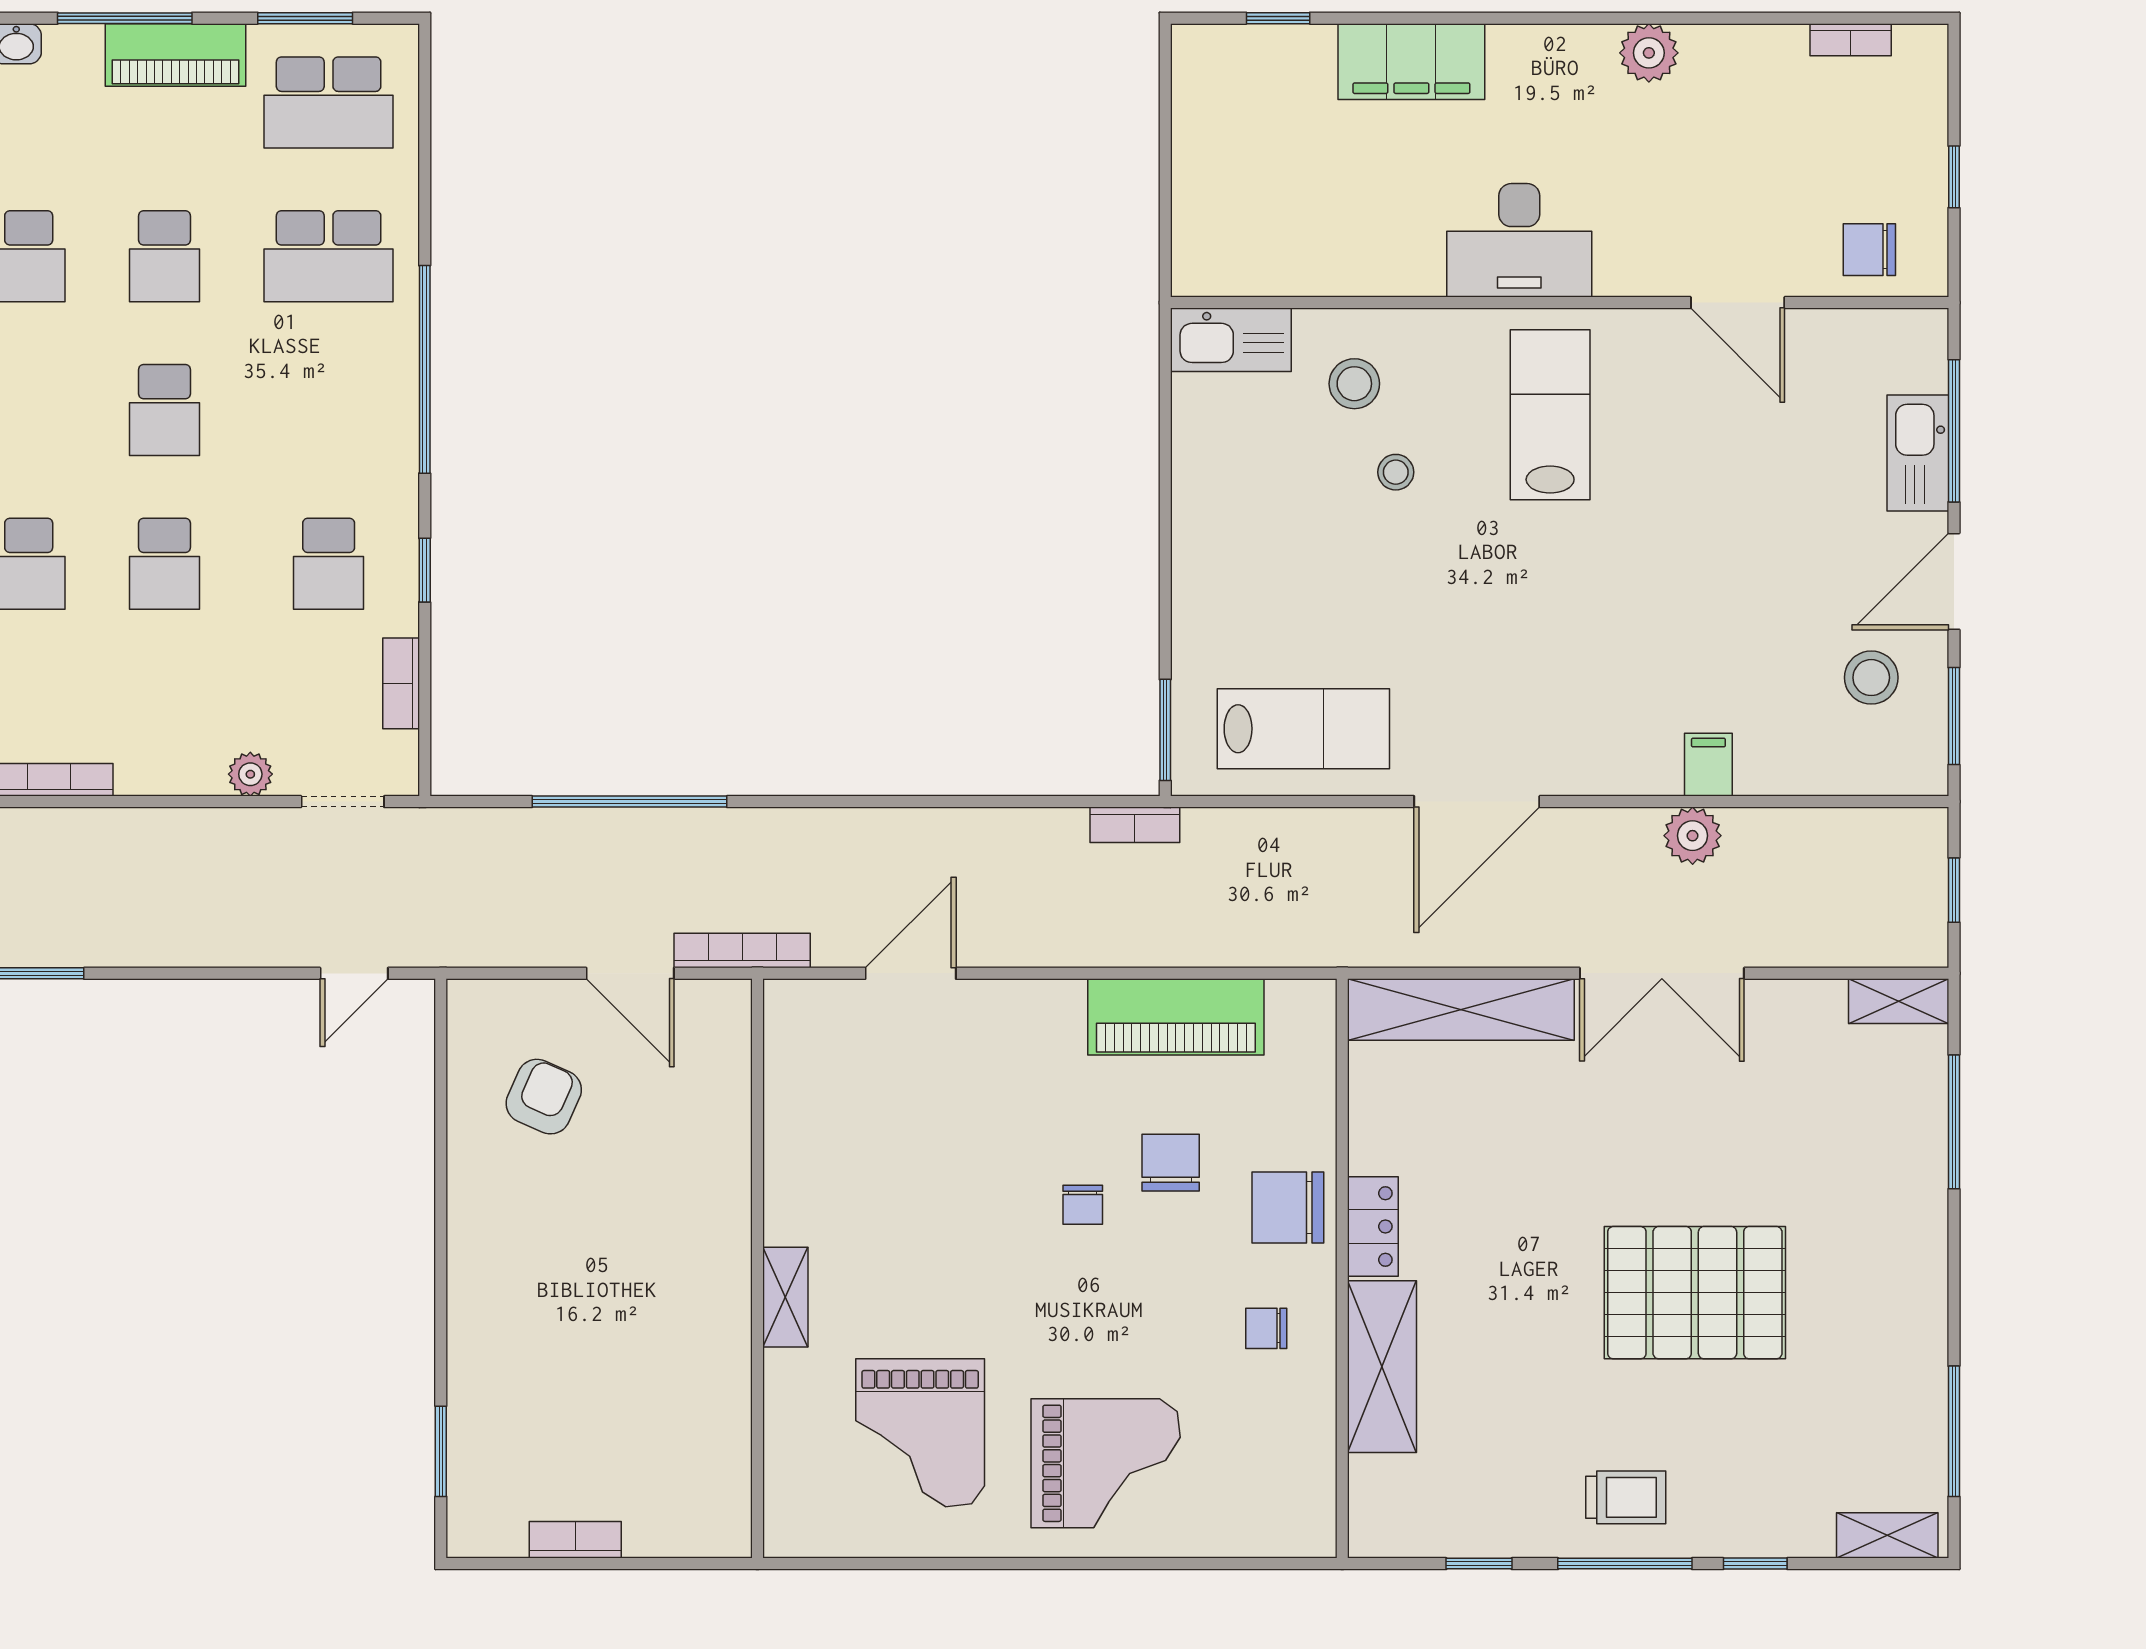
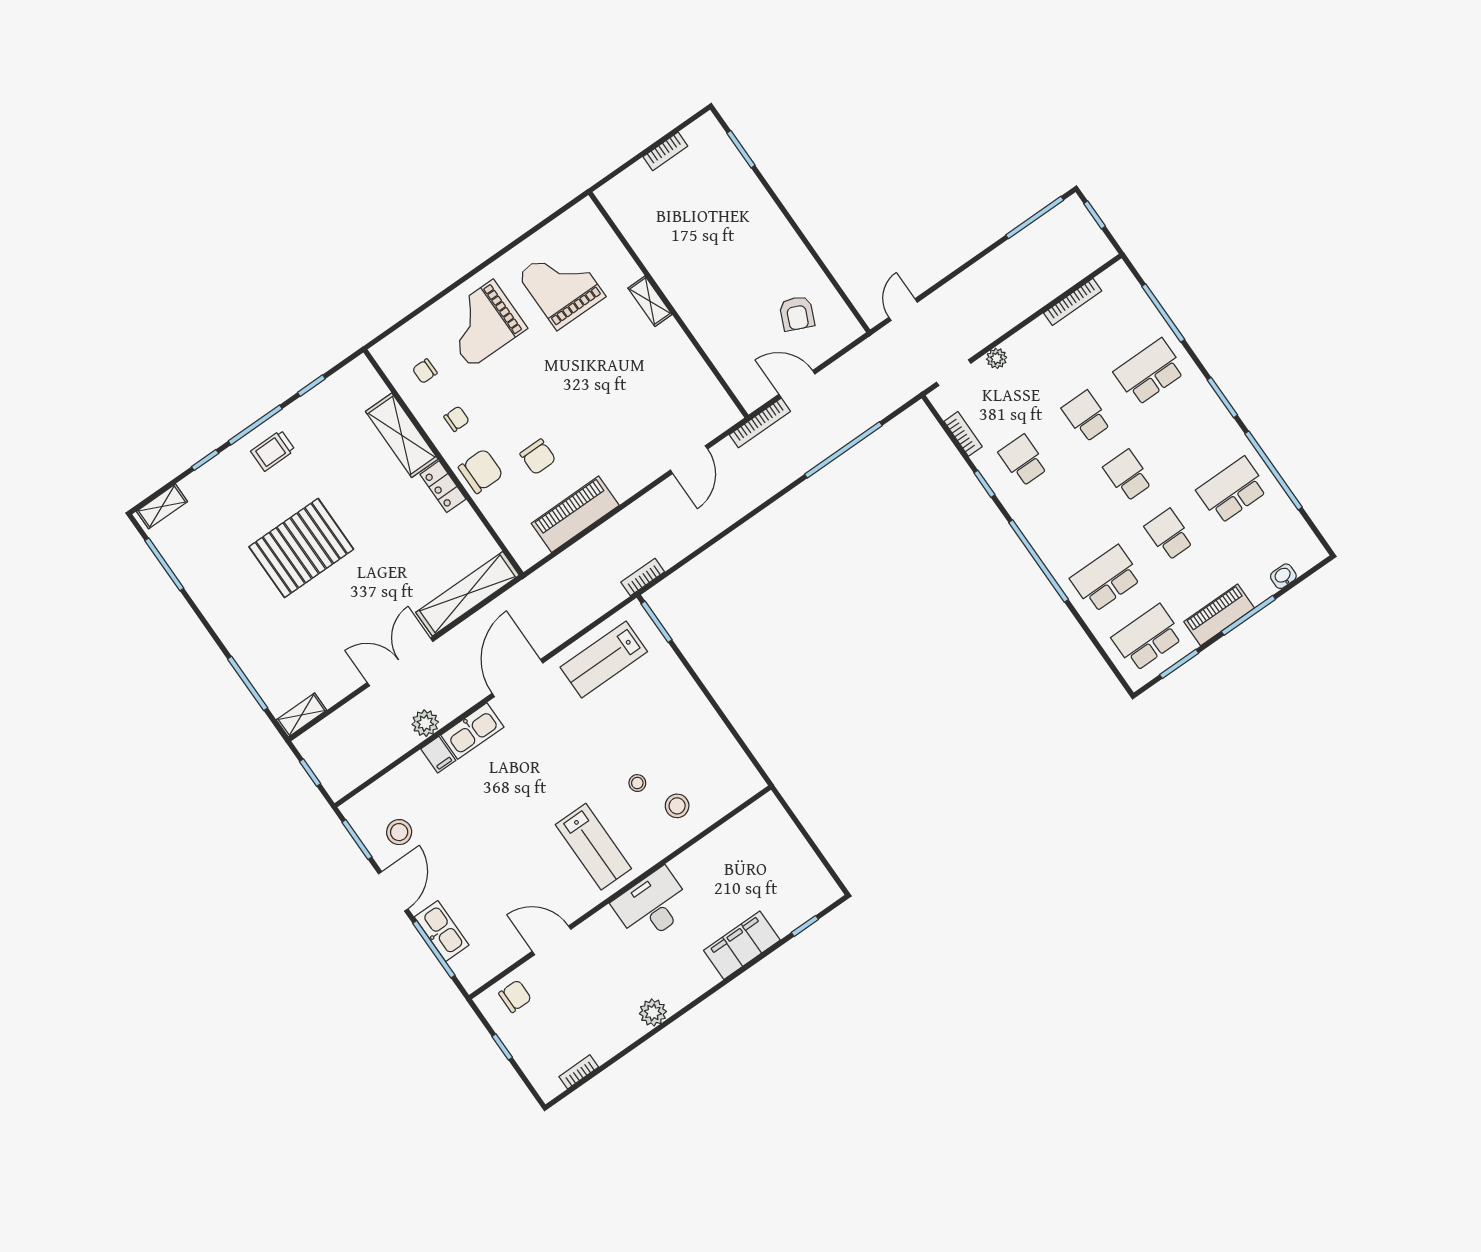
kitchen sink: (1231, 340) -> (472, 731), moved, turned 180
chair: (1083, 1205) -> (425, 371), moved, turned -90

